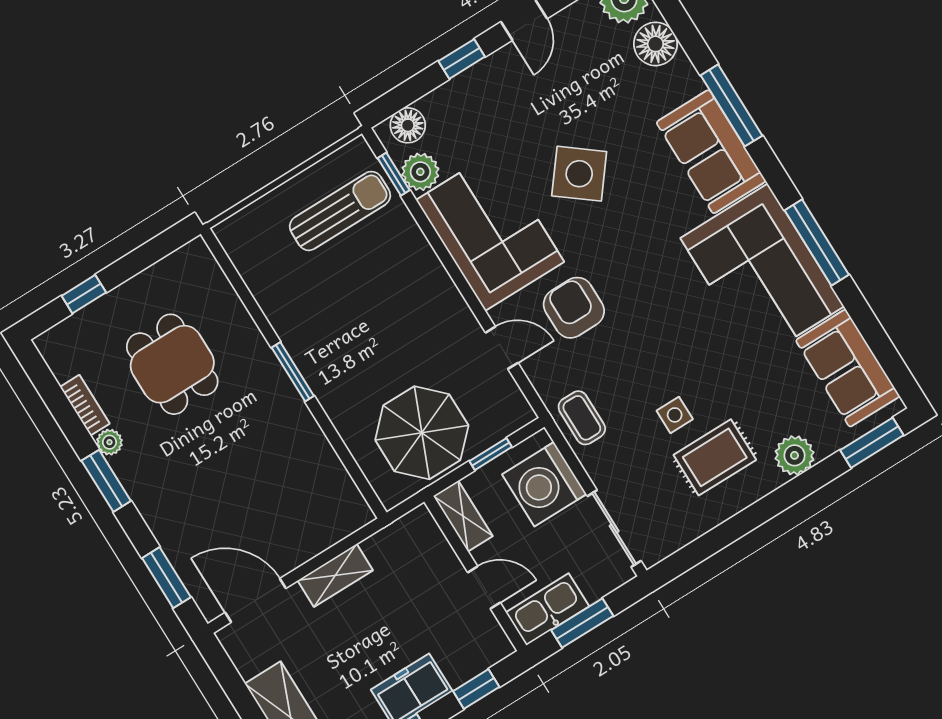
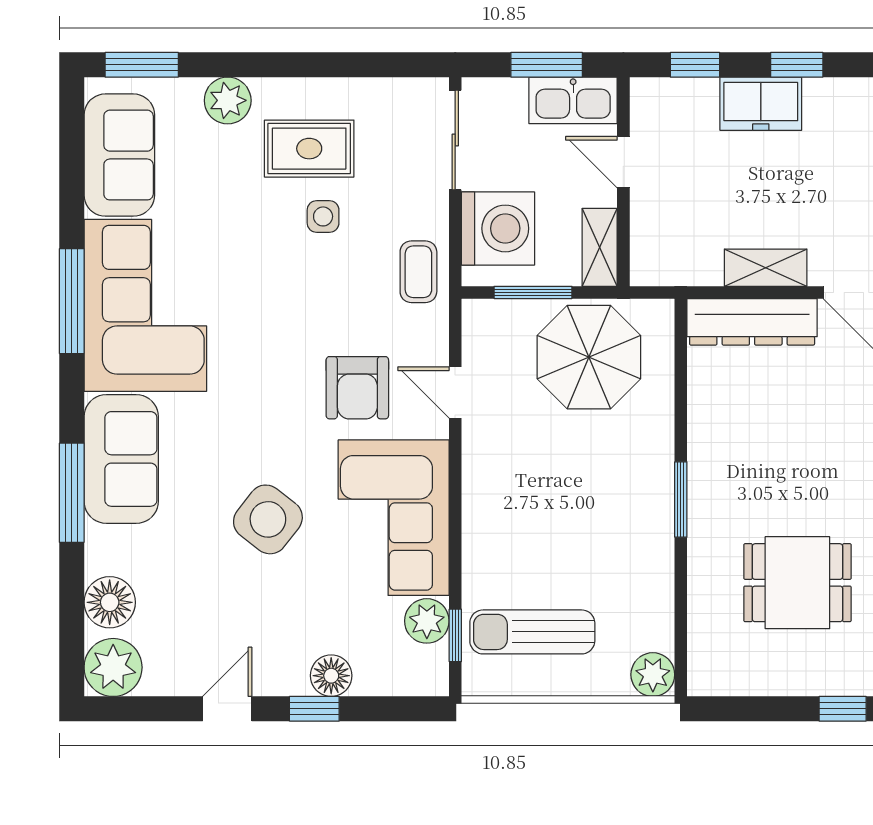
floor lamp: (408, 125) -> (331, 676), moved
plant: (235, 234) -> (653, 675), added
dining table: (172, 364) -> (797, 583), turned 90
window: (491, 454) -> (533, 292), width x1.50
dresser: (321, 531) -> (752, 322), added

